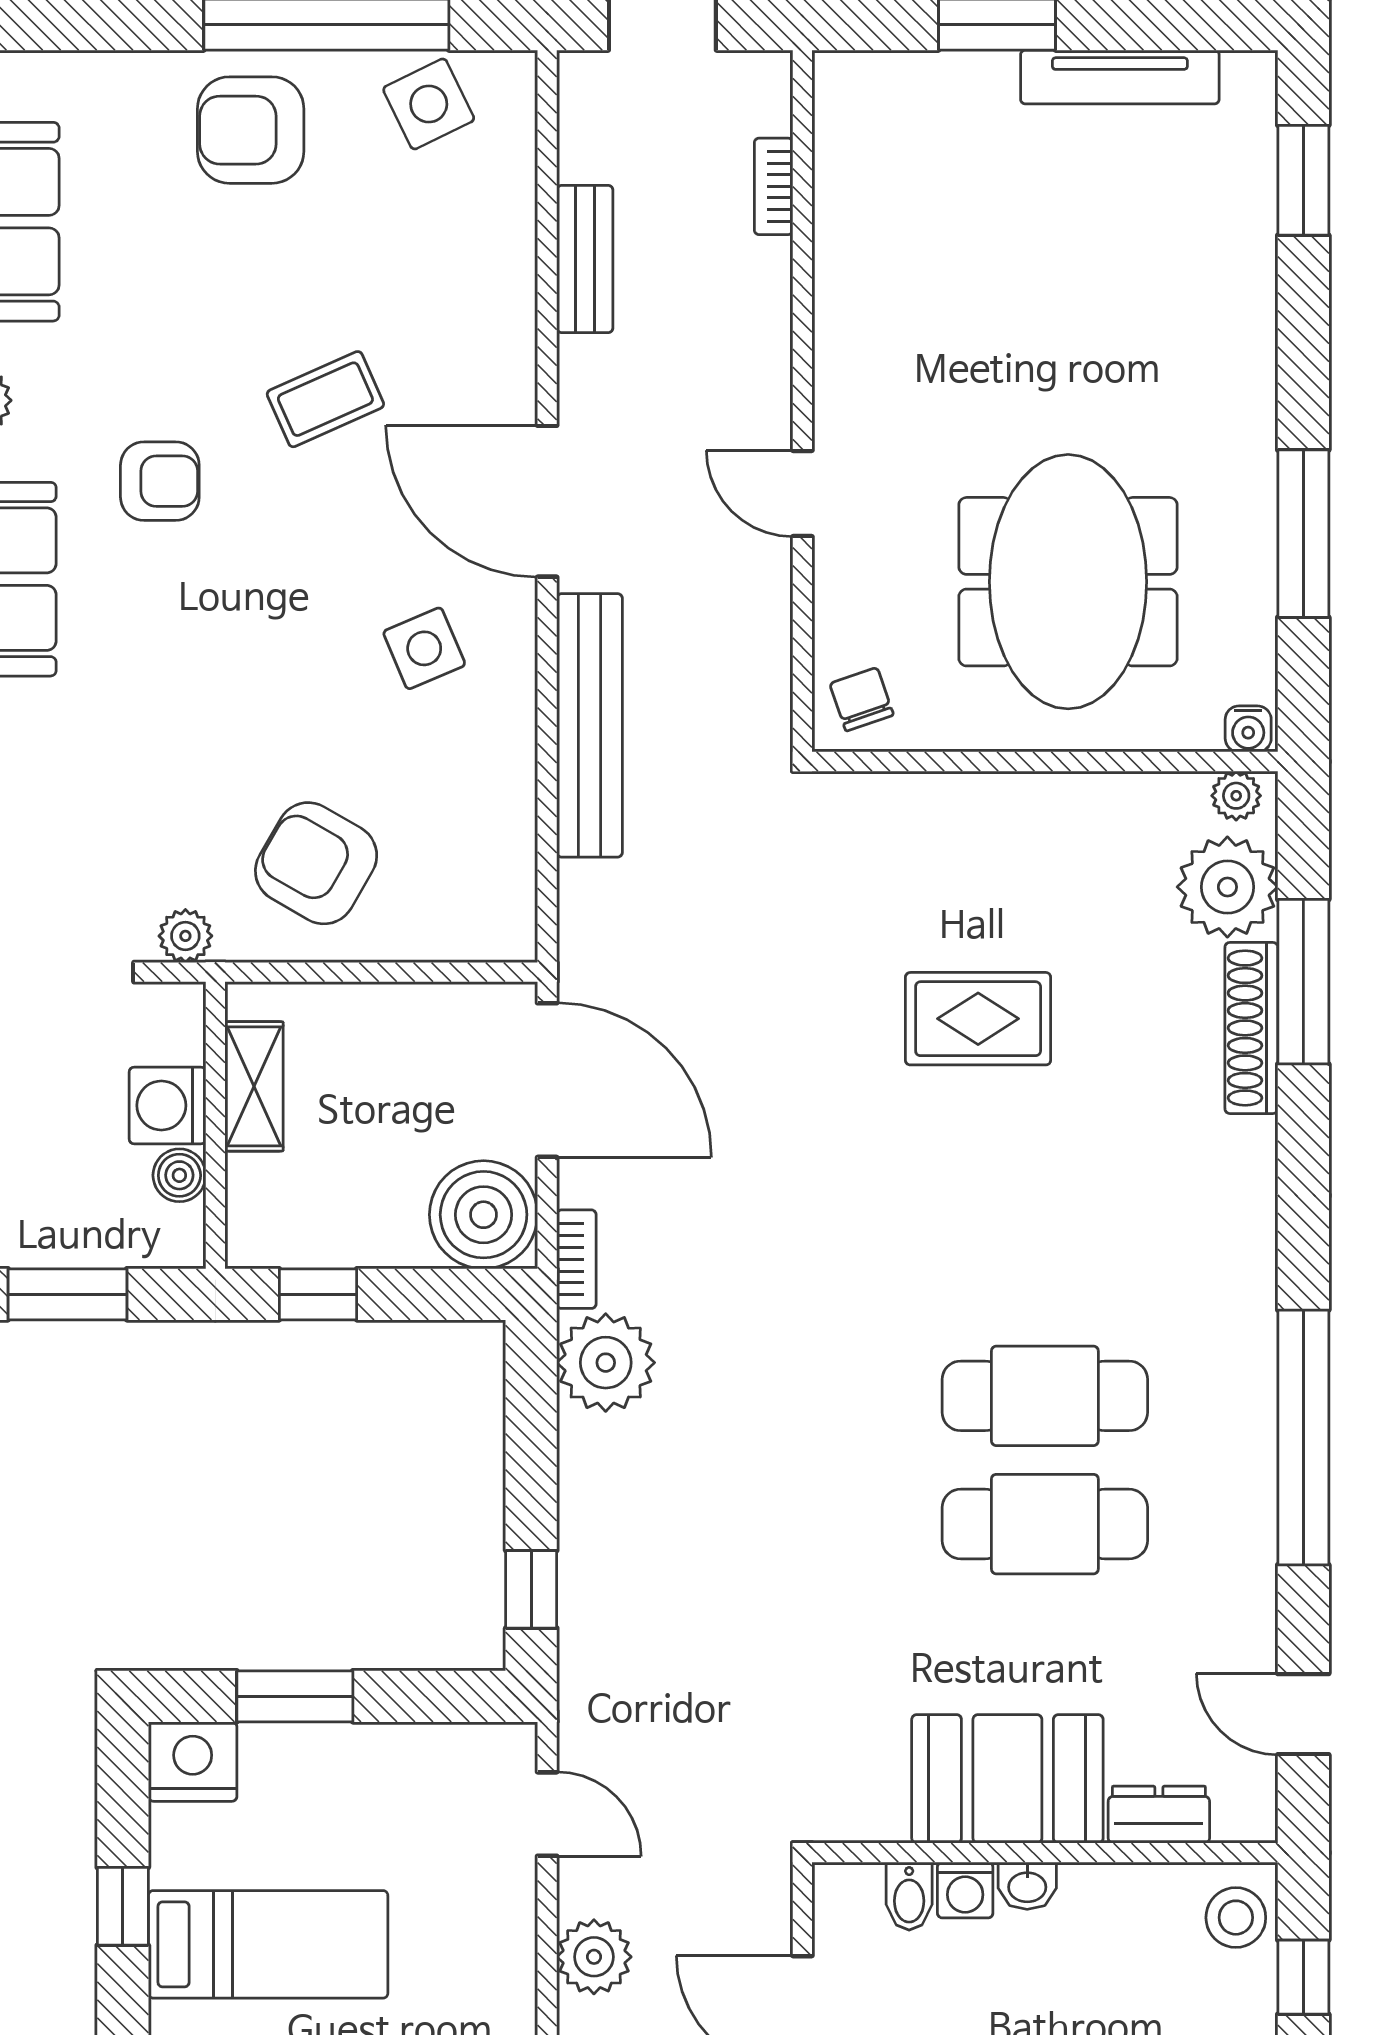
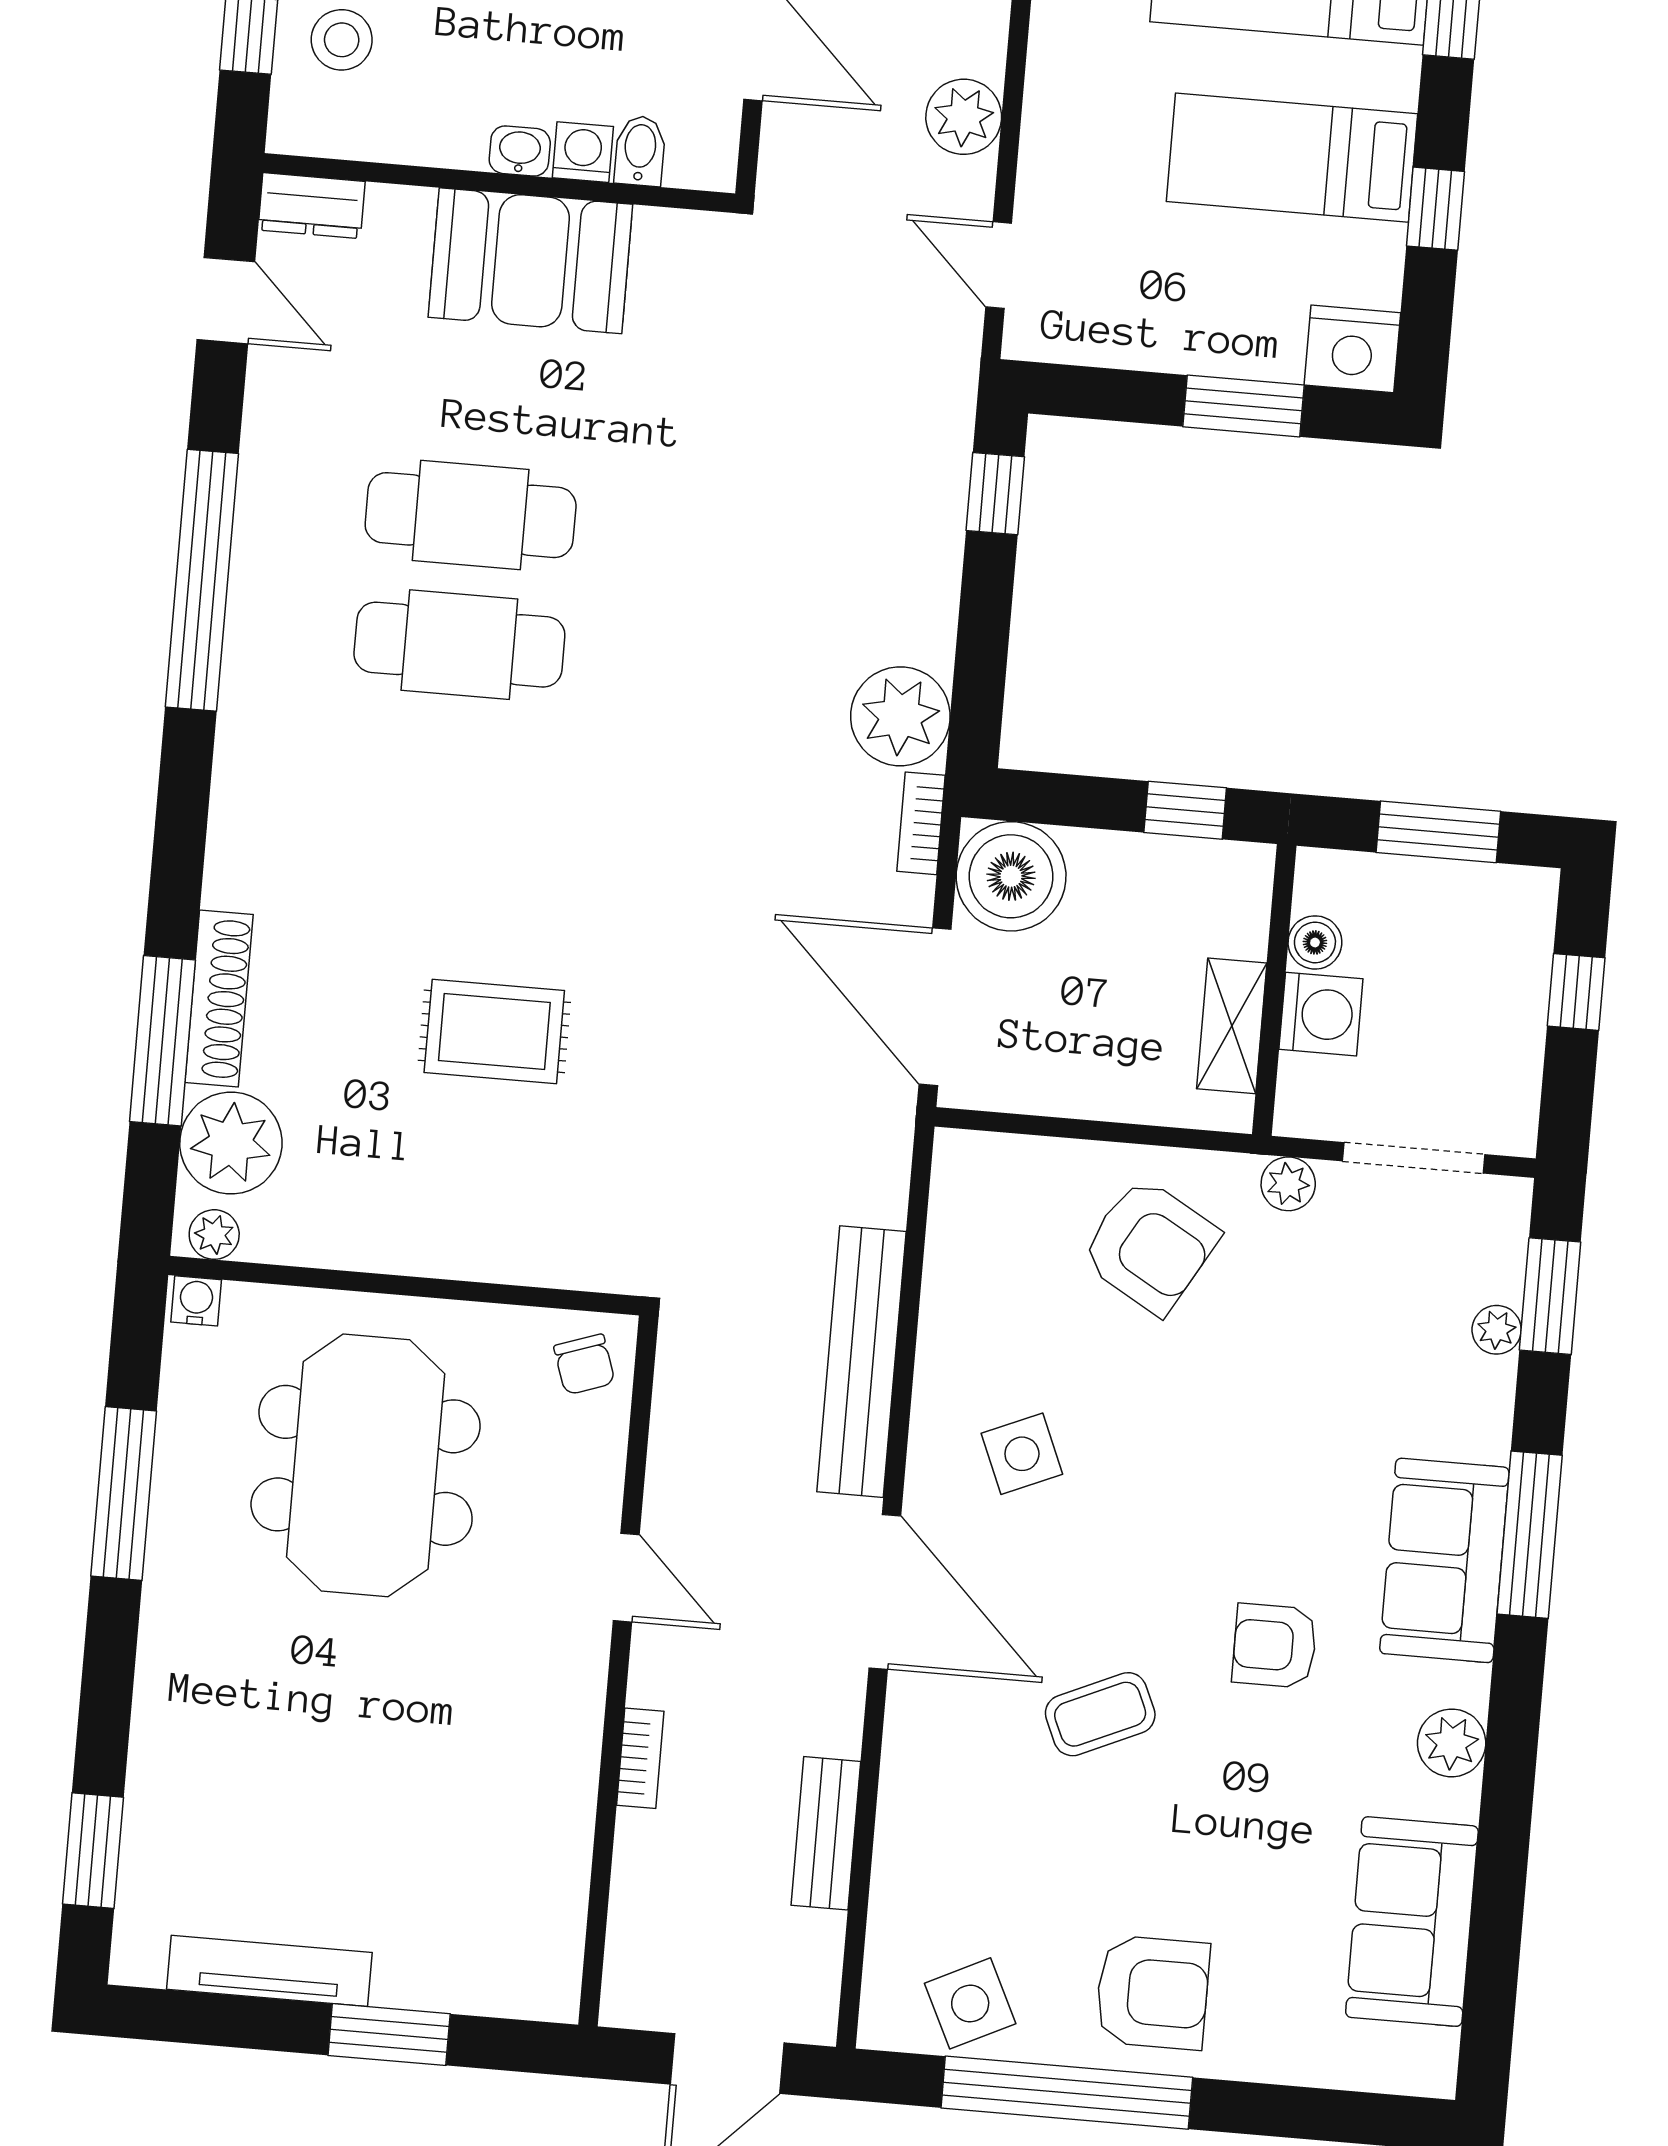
bookcase: (774, 186) -> (640, 1758), moved
dresser: (1159, 1815) -> (312, 206), moved
stool: (1236, 1918) -> (342, 40), moved

